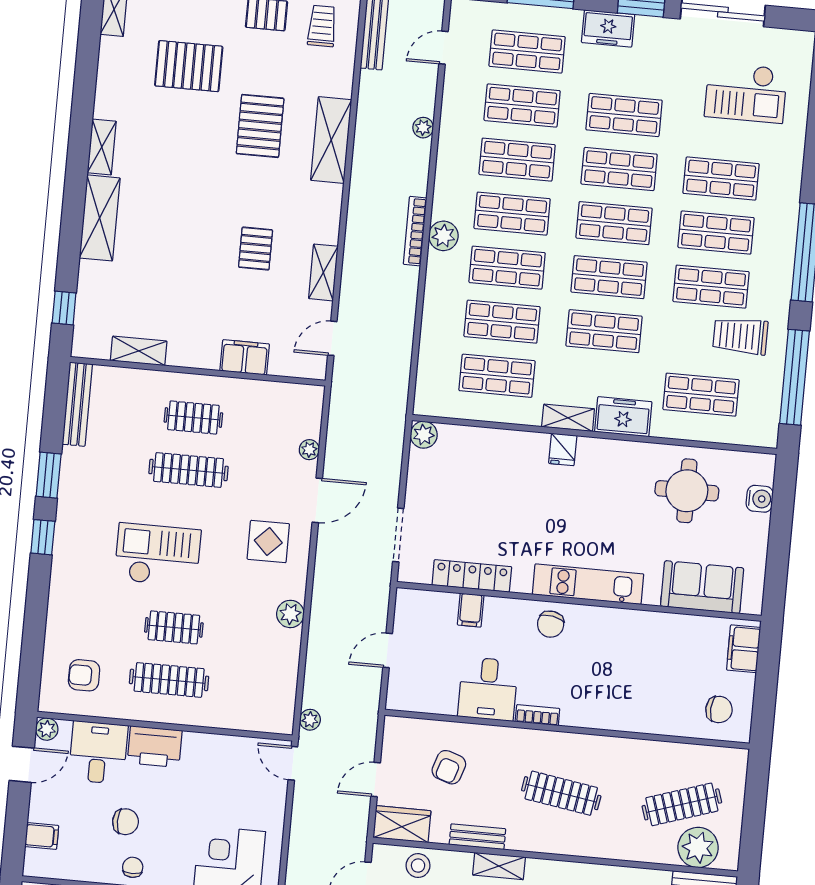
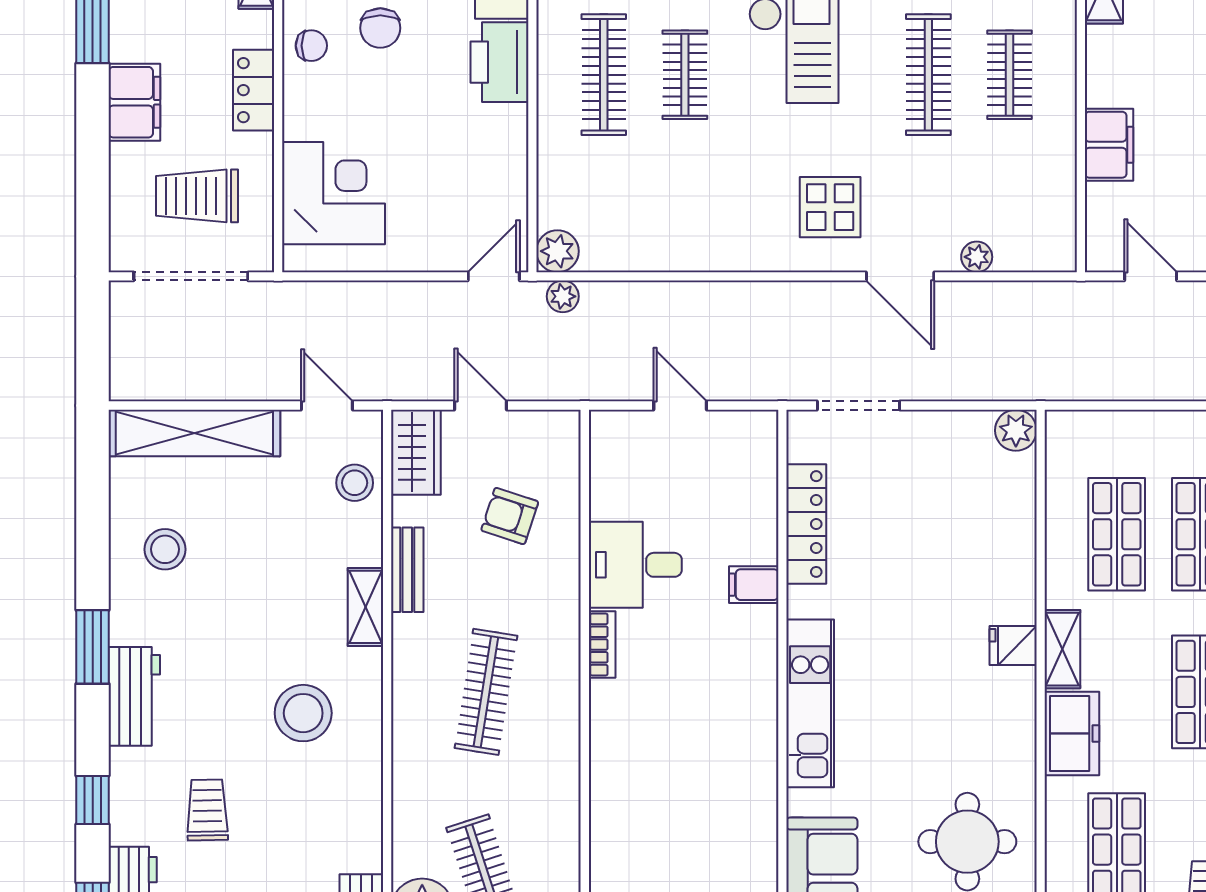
filing cabinet: (471, 610) -> (754, 585), moved
plant: (290, 614) -> (557, 251), moved
chair: (551, 624) -> (744, 652), removed

